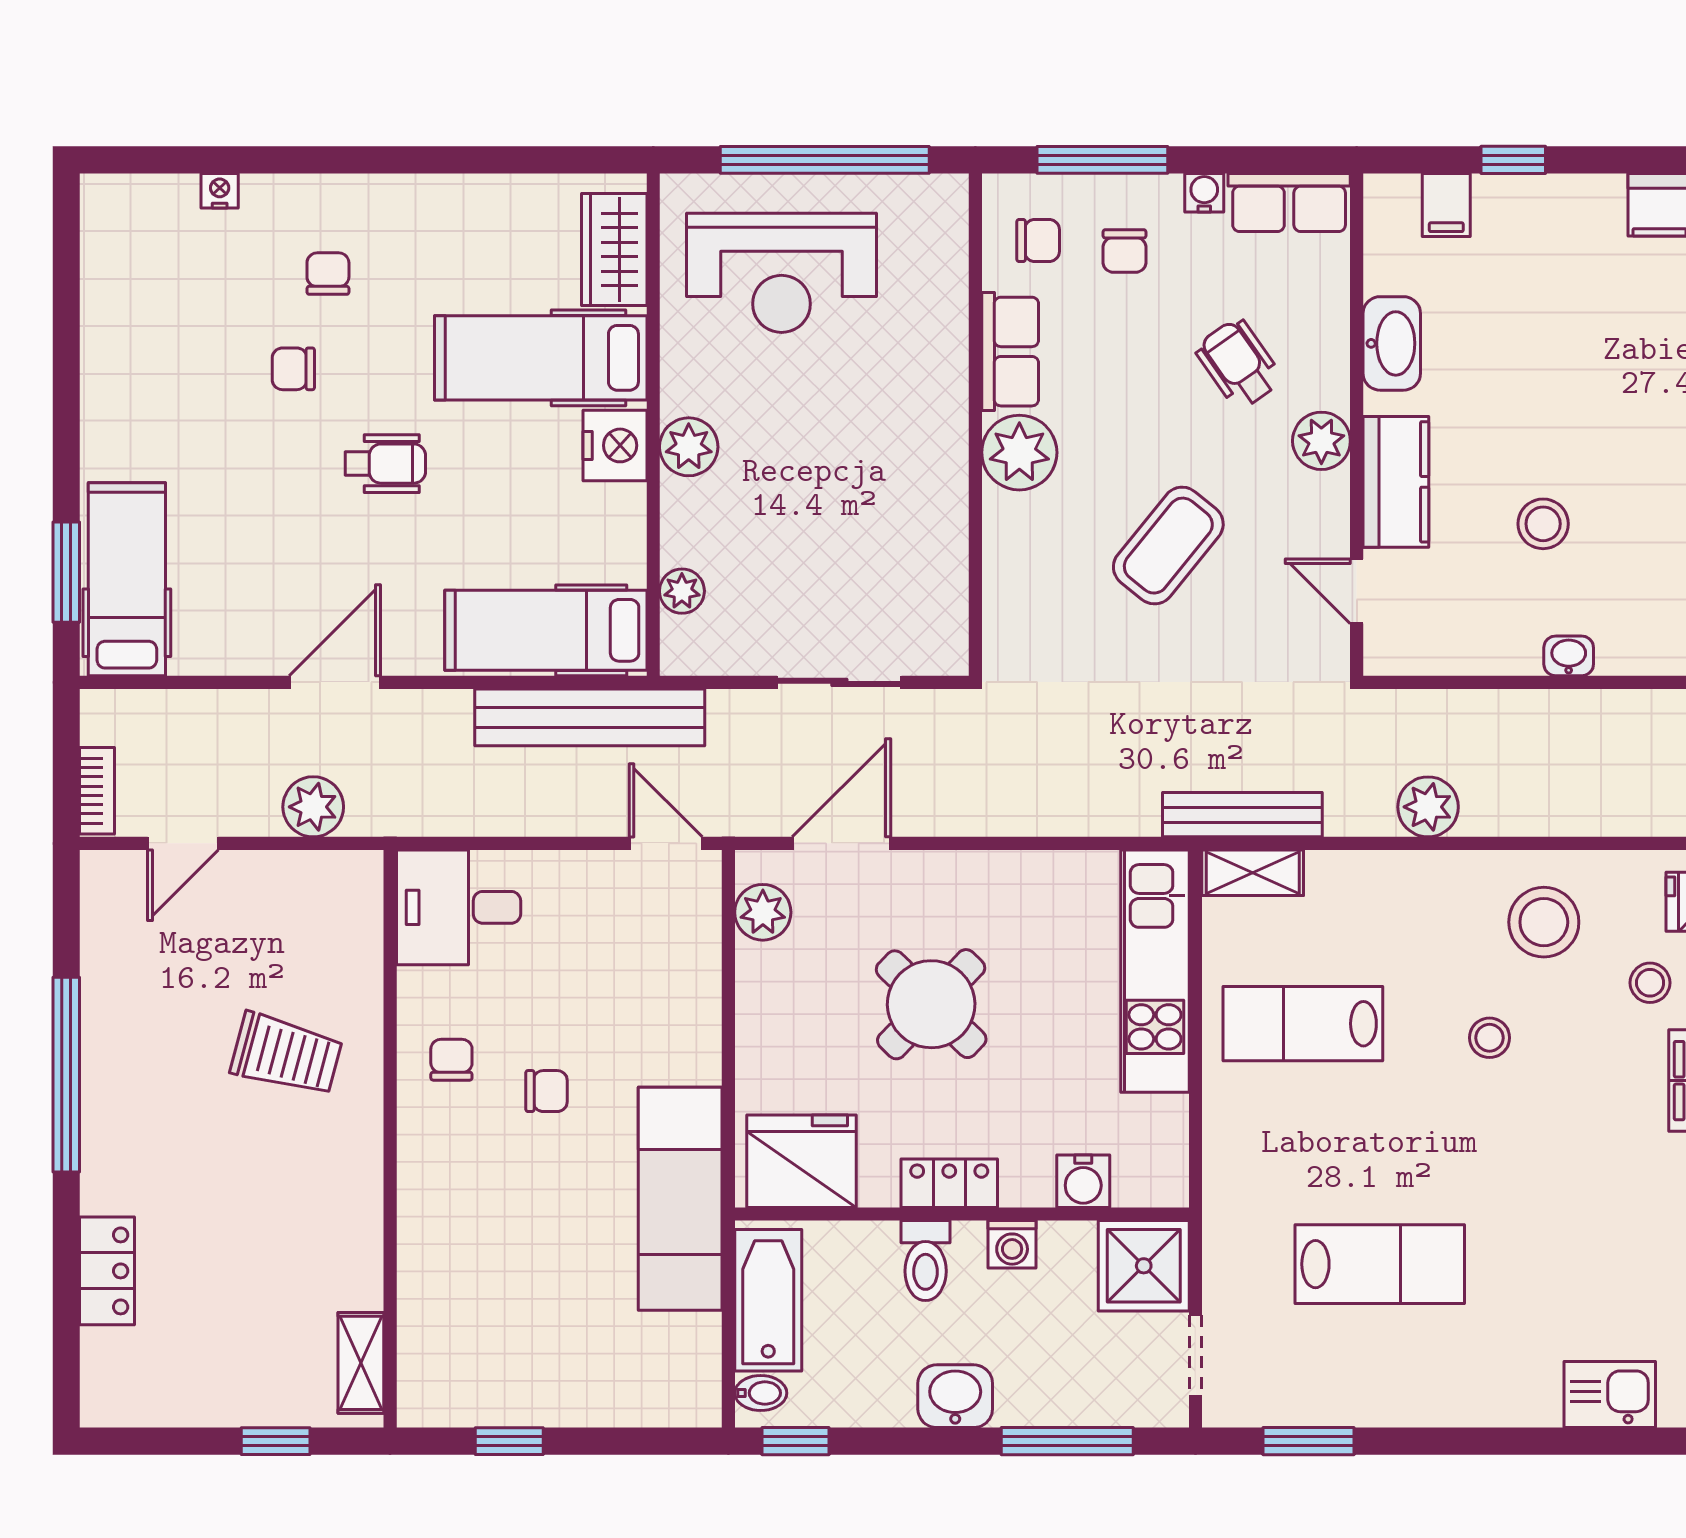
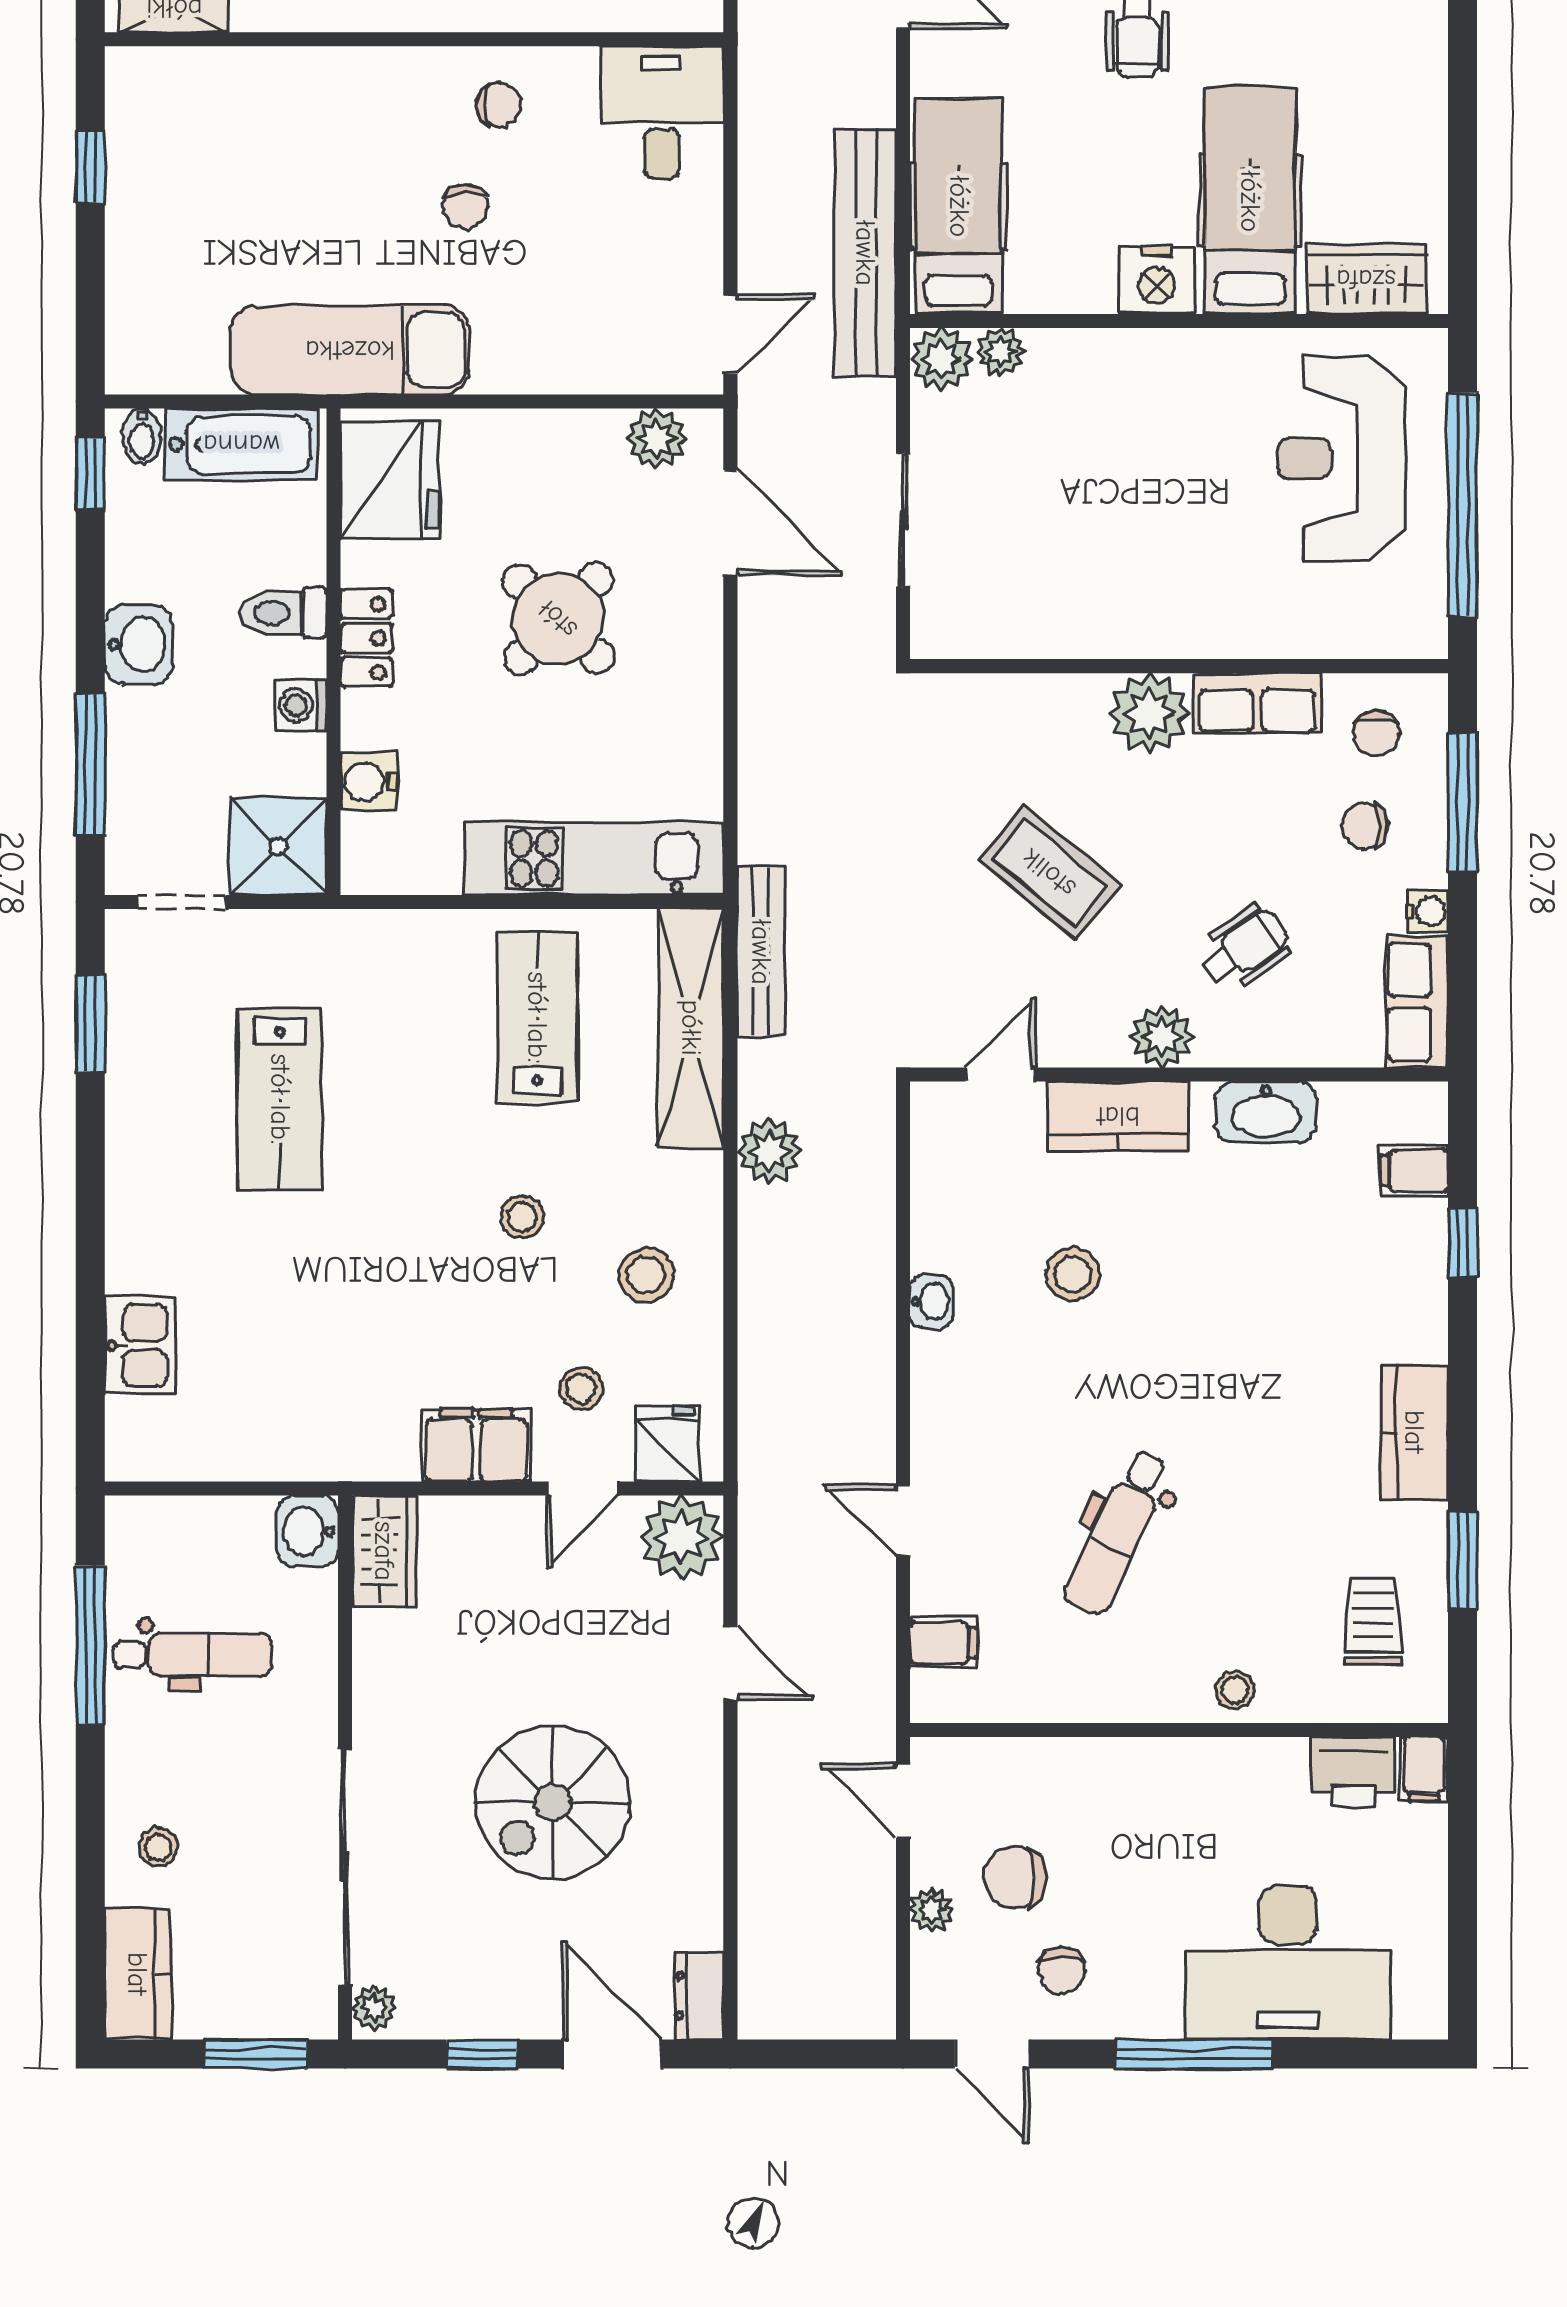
plant: (689, 447) -> (941, 359), moved
shelving: (1253, 873) -> (691, 1028), width x2.20, depth x1.33
stool: (1544, 922) -> (646, 1275), width x0.73, depth x0.73

